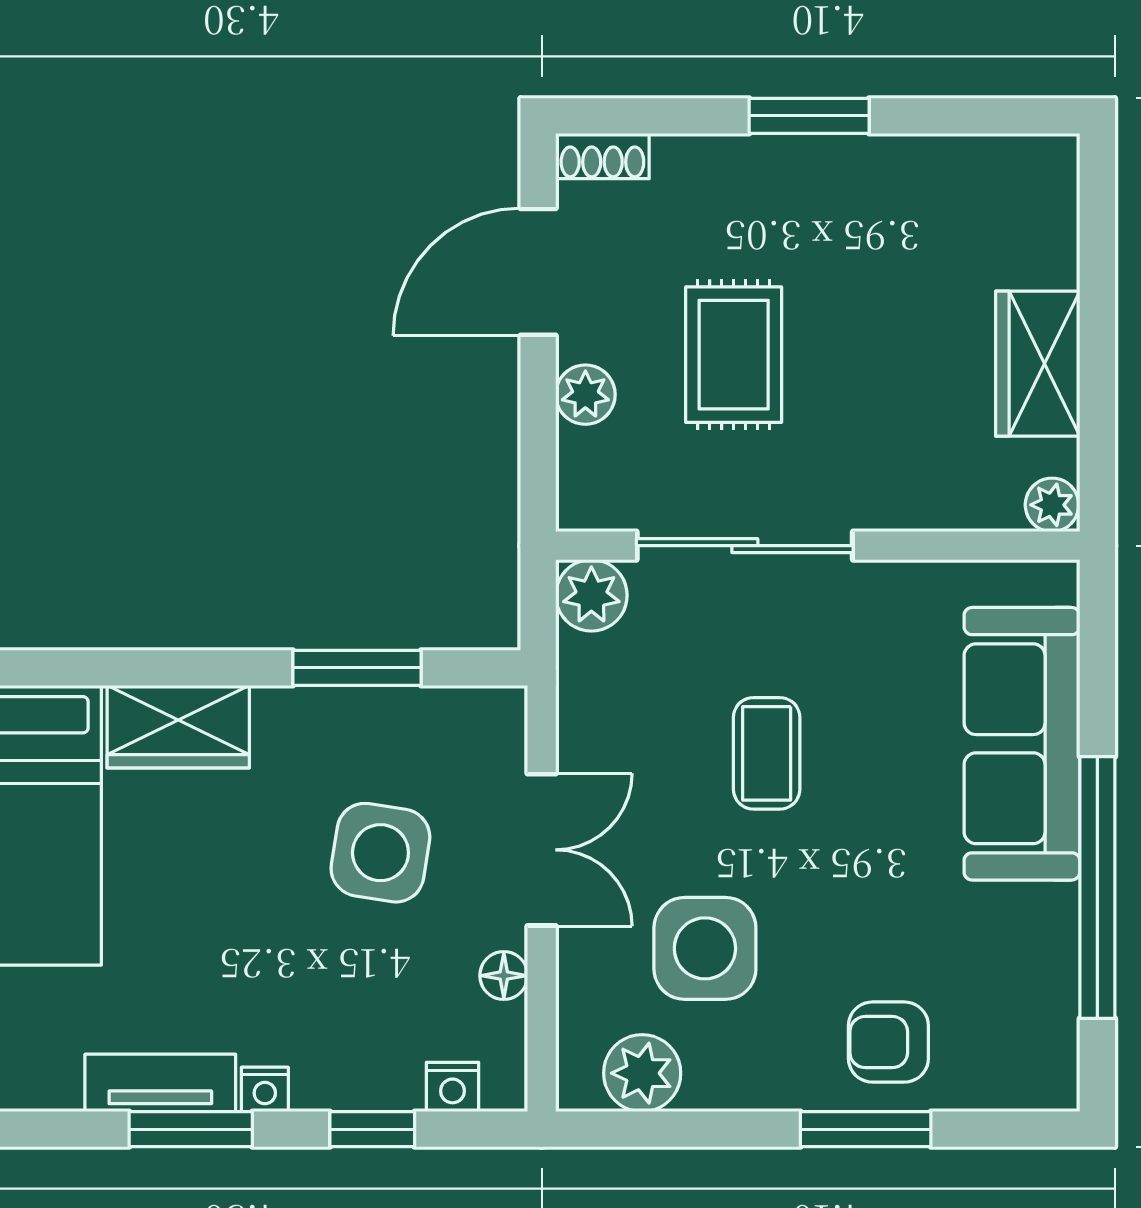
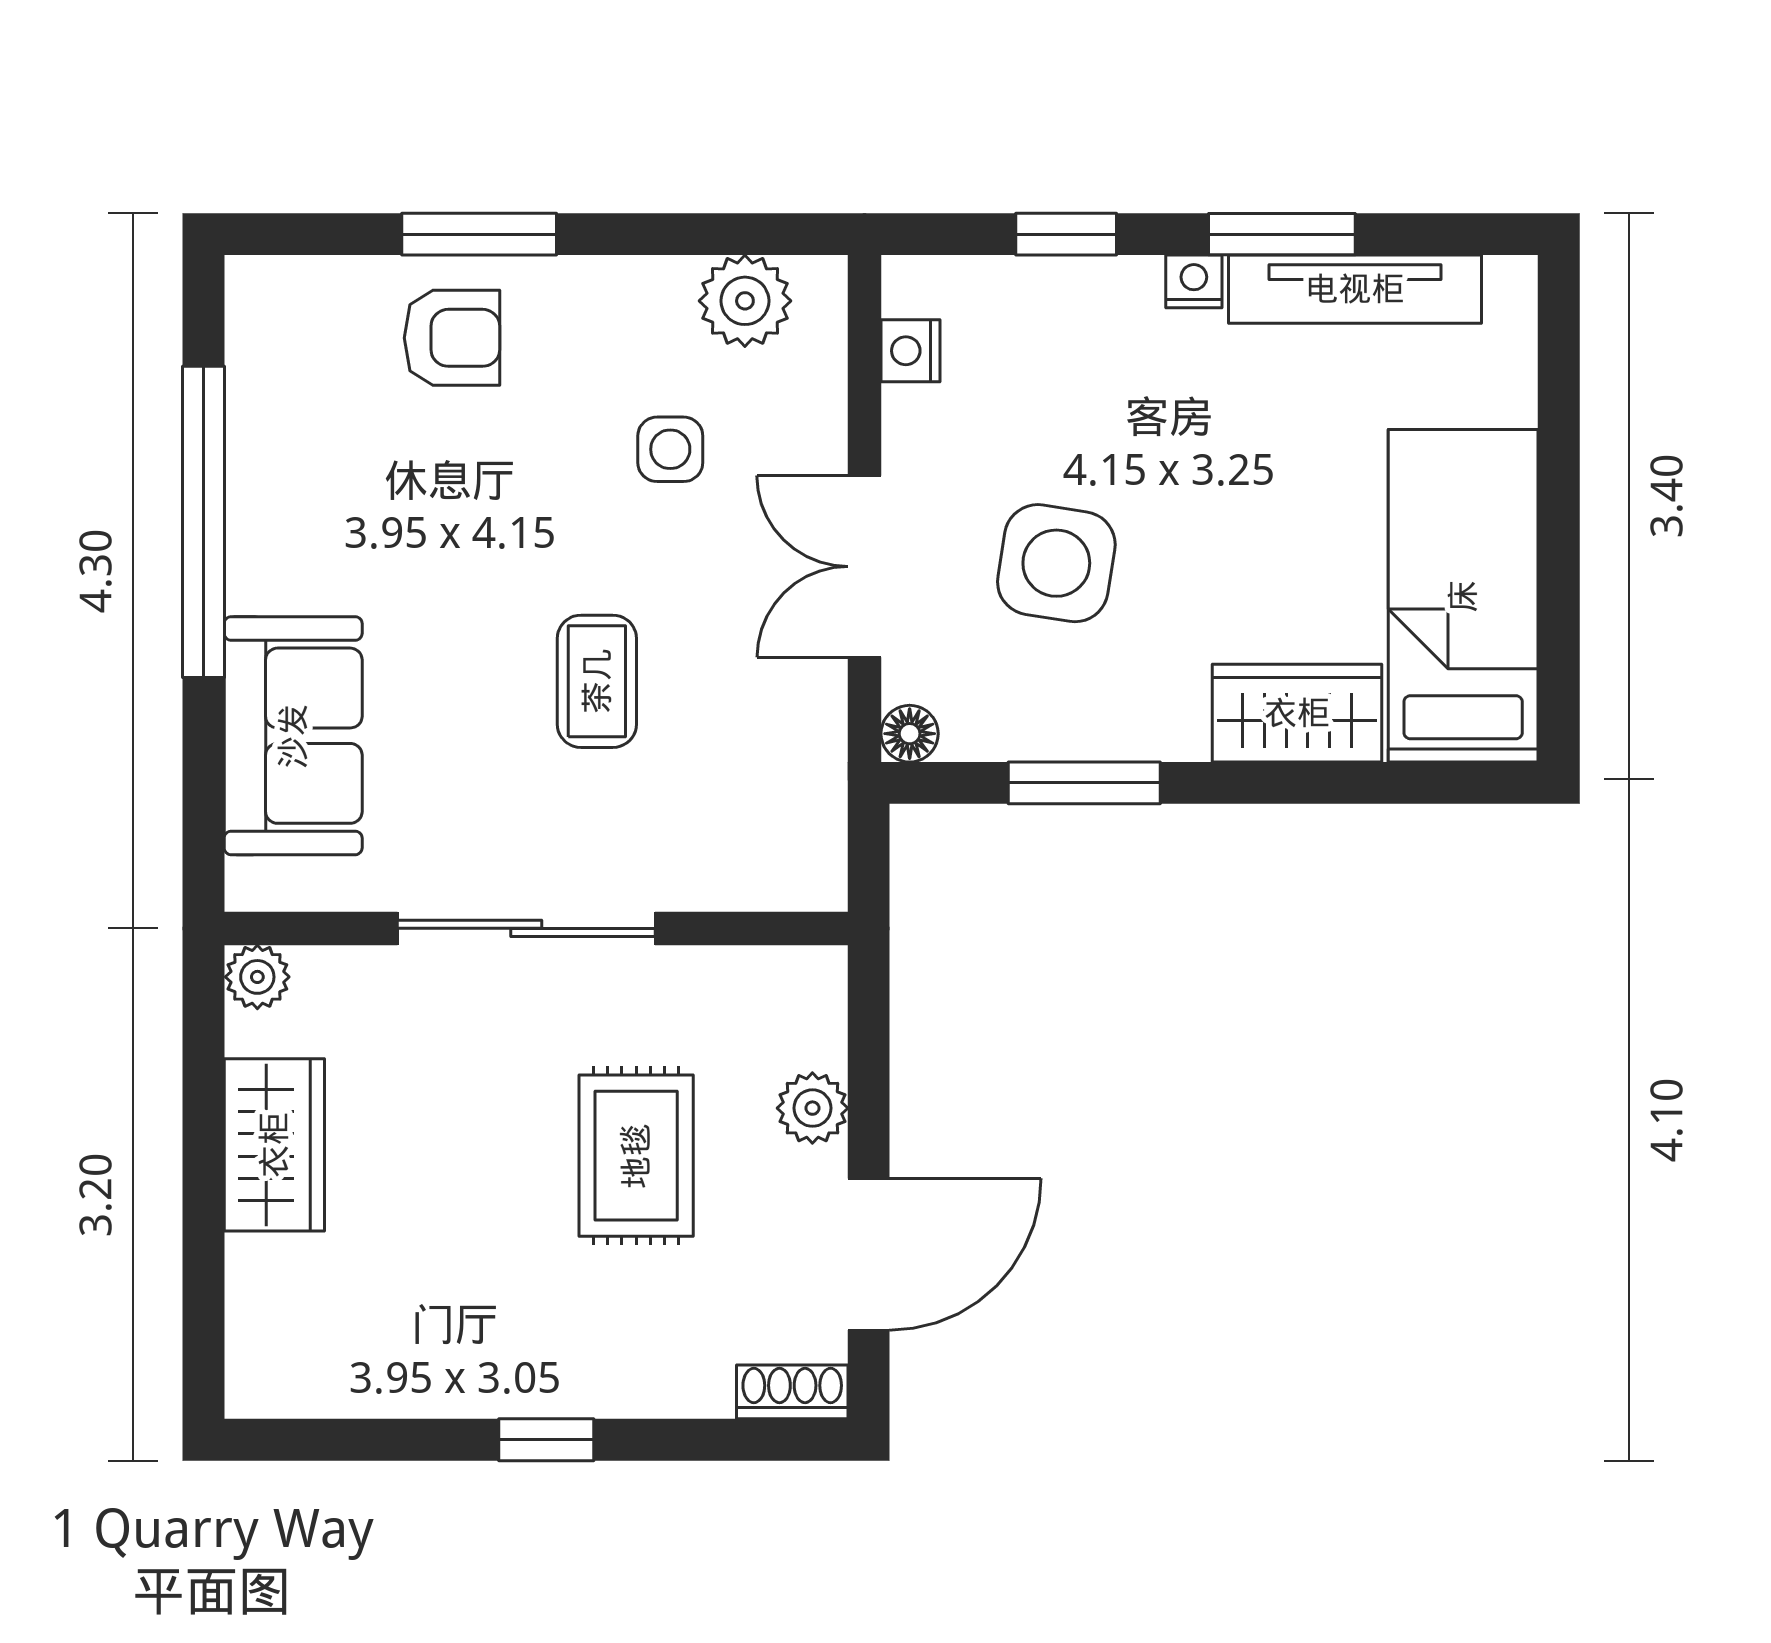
window: (809, 116) -> (546, 1440), width x0.67
sliding door: (745, 546) -> (526, 928), moved
plant: (591, 595) -> (805, 869), removed
sofa: (1022, 744) -> (293, 736), width x0.73
side table: (705, 948) -> (670, 449), width x0.54, depth x0.54
floor lamp: (504, 976) -> (910, 734), moved
tv unit: (160, 1083) -> (1355, 289), width x1.41
nightstand: (452, 1087) -> (911, 351), moved, turned -90

